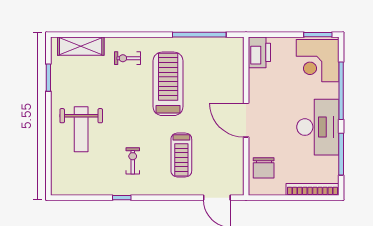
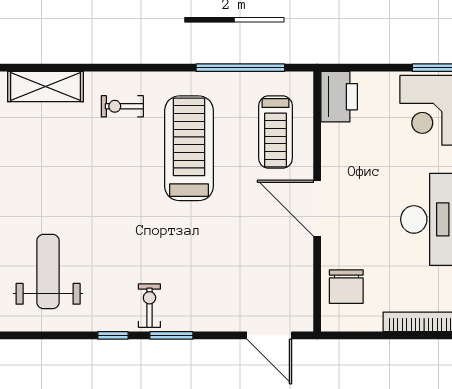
weight bench: (81, 129) -> (48, 272), moved, turned 180
treadmill: (181, 155) -> (276, 132), moved
exercise bike: (133, 161) -> (149, 306), moved
window: (157, 198) -> (171, 335), added

